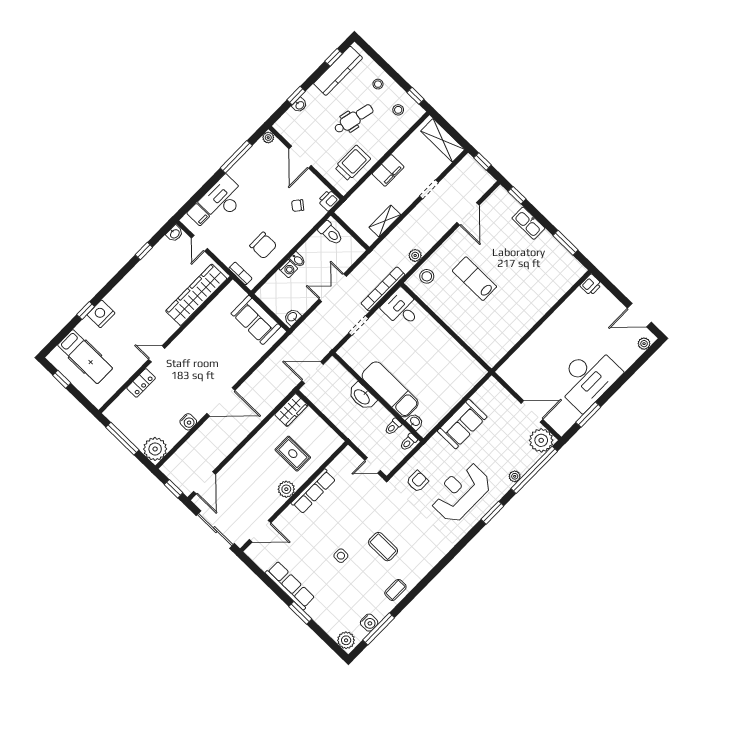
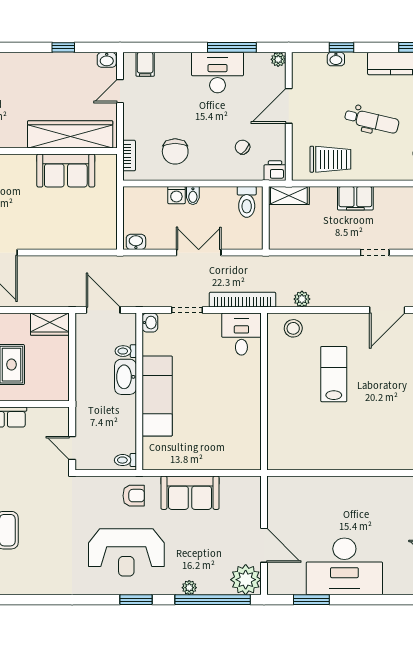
desk: (223, 199) -> (218, 73), moved
shelving: (385, 221) -> (289, 195), moved
sofa: (256, 320) -> (66, 170), moved, turned -90
washbasin: (415, 422) -> (150, 323), moved
toilet: (393, 427) -> (126, 351), moved
armchair: (417, 481) -> (134, 496), moved
reception desk: (461, 492) -> (126, 552), turned 180

